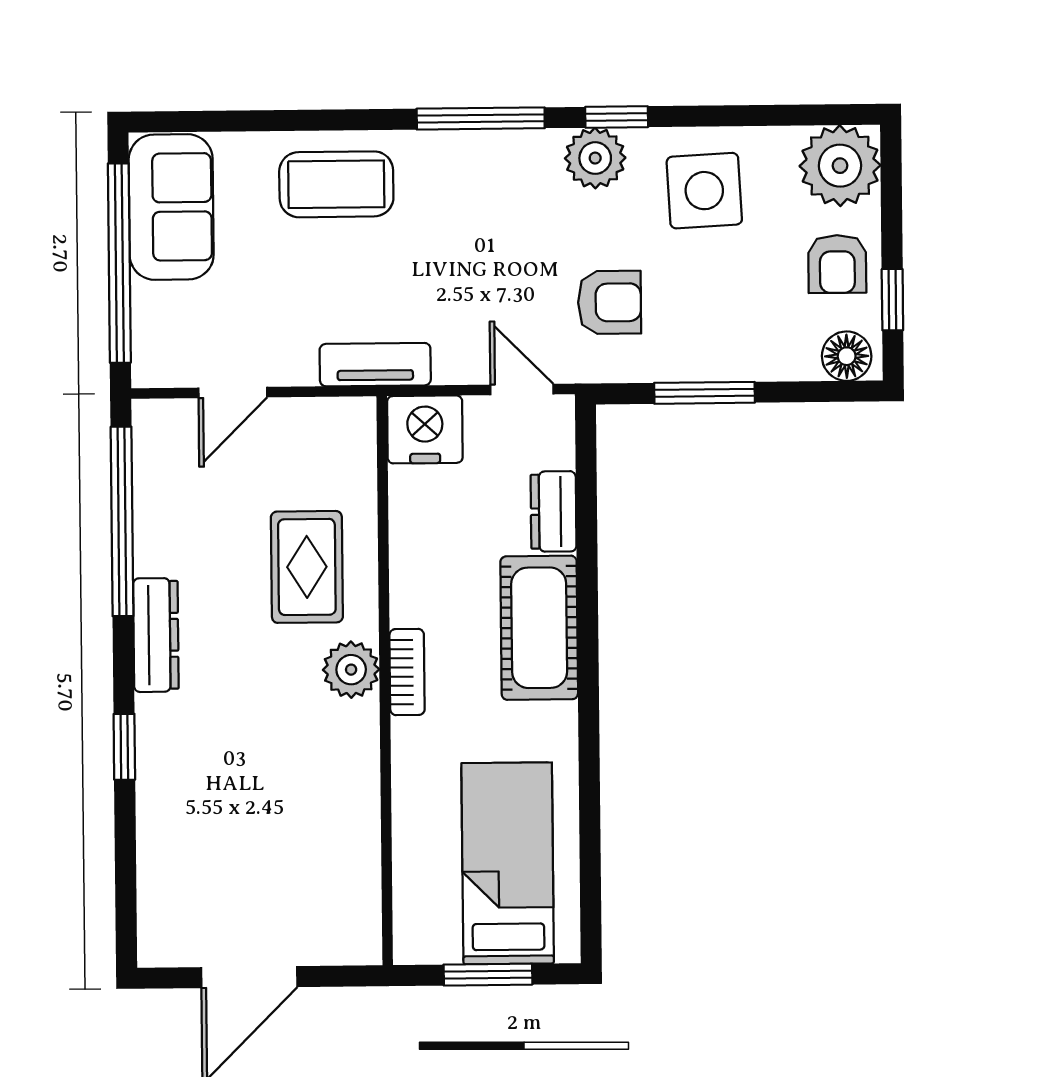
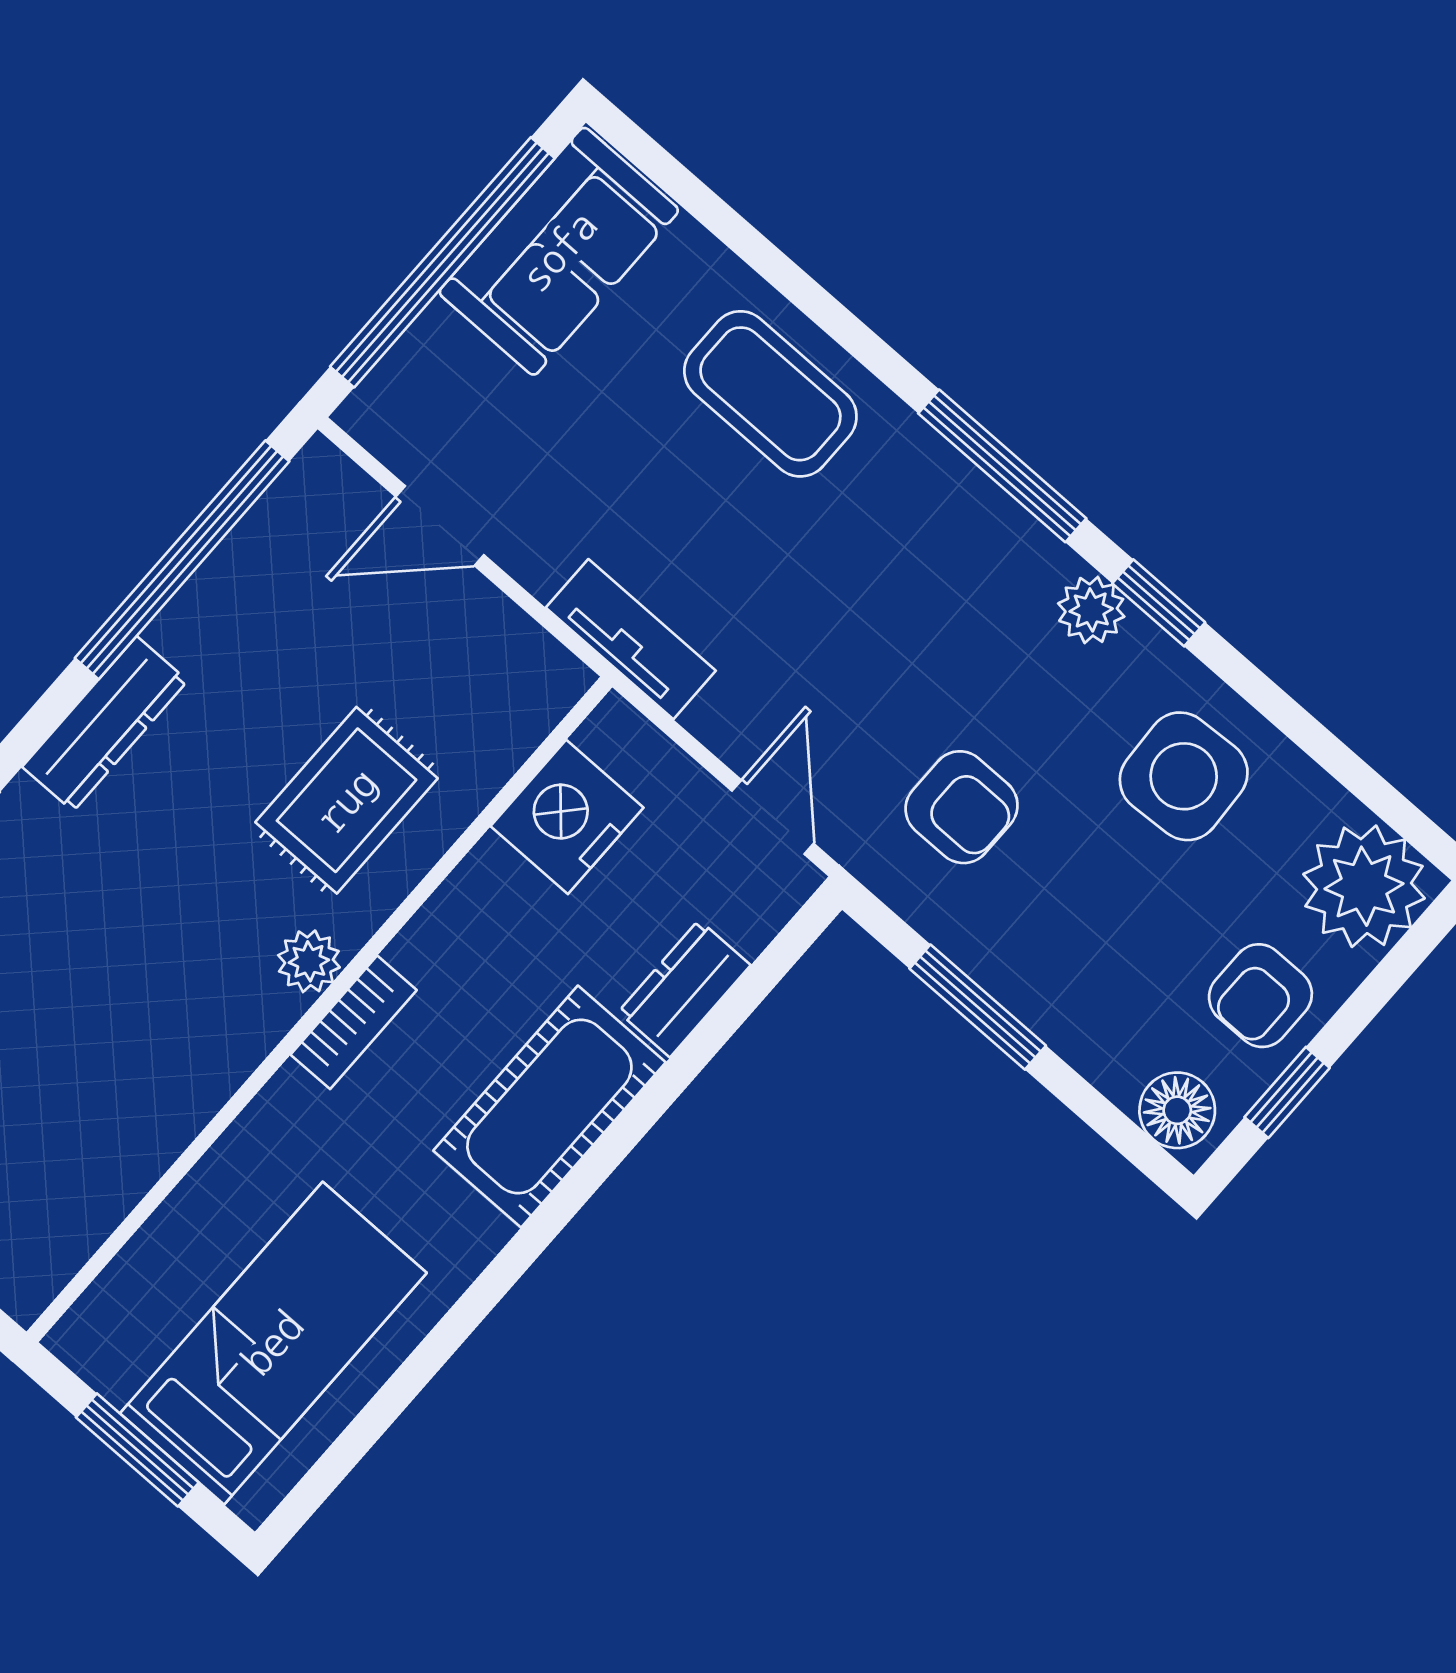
plant: (595, 158) -> (1091, 610), width x0.73, depth x0.73
nightstand: (425, 429) -> (567, 817), moved, turned -90
plant: (351, 670) -> (309, 961), width x0.73, depth x0.73

